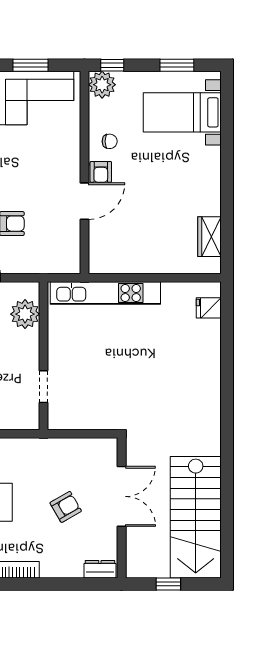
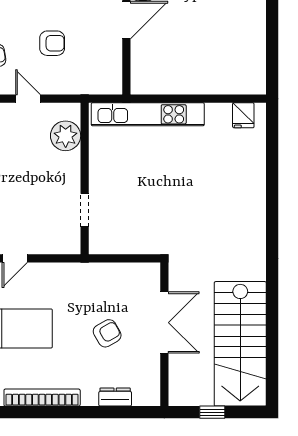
wardrobe: (209, 237) -> (254, 57), removed
fridge: (209, 308) -> (243, 115), moved, turned -90
dresser: (100, 569) -> (115, 397), moved

